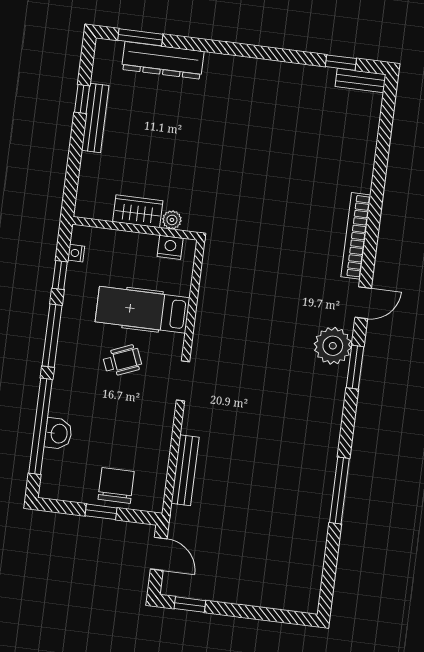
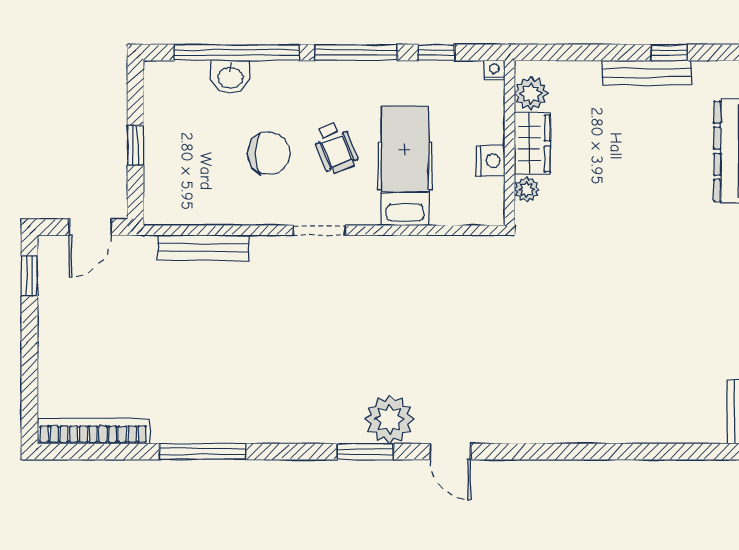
plant: (100, 207) -> (531, 93), added
bookcase: (356, 236) -> (93, 431), moved
nightstand: (170, 247) -> (491, 161), moved
nightstand: (76, 253) -> (494, 70), moved
chair: (116, 485) -> (269, 153), moved

